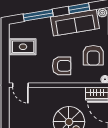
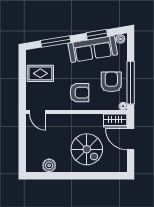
armchair: (93, 55) -> (111, 82), turned 180

